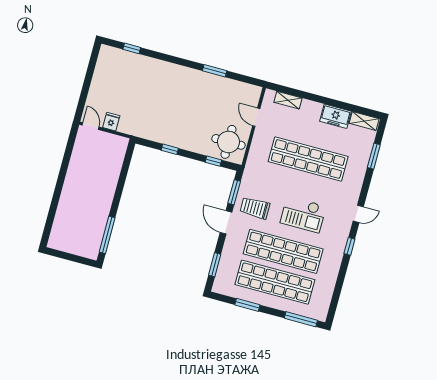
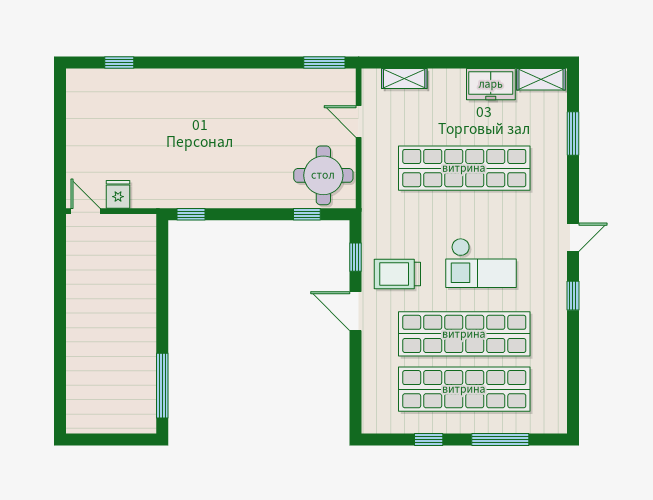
window: (215, 71) -> (324, 63), moved
window: (170, 149) -> (191, 214), moved
window: (234, 192) -> (356, 257), width x0.67
window: (215, 265) -> (356, 387), removed
window: (247, 305) -> (429, 439), width x0.67
window: (301, 319) -> (500, 439), moved

